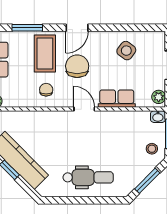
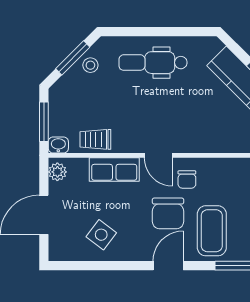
chair: (46, 90) -> (187, 179), moved
trolley: (131, 121) -> (95, 139), added
stool: (152, 149) -> (90, 65), moved

